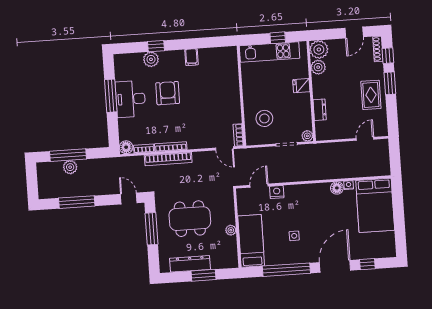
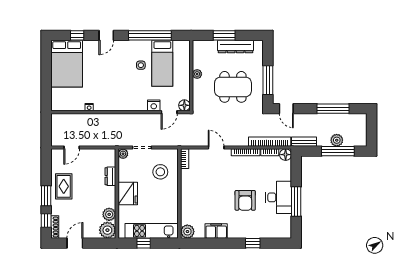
filing cabinet: (192, 57) -> (216, 231), width x2.00
plant: (151, 59) -> (187, 232), moved
fridge: (301, 86) -> (128, 193), width x1.88, depth x1.34
door: (224, 148) -> (216, 148), moved
bookcase: (168, 159) -> (270, 142), moved
bench: (106, 163) -> (304, 142), added
floor lamp: (337, 188) -> (184, 105), moved
bed: (375, 205) -> (67, 64), moved, turned 180
bed: (251, 241) -> (162, 63), moved
door: (335, 266) -> (106, 35), width x0.53

